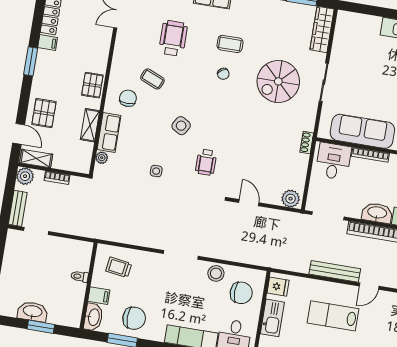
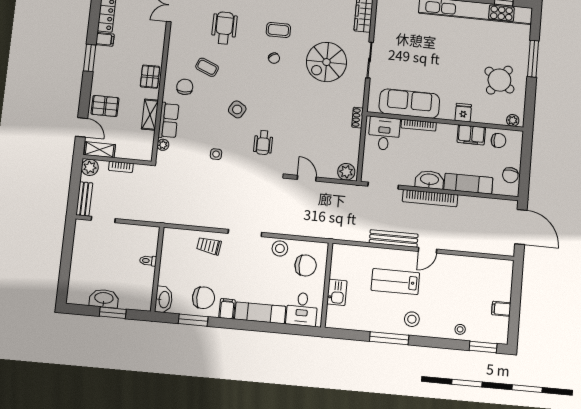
pallet: (44, 113) -> (105, 106), turned 90
trolley: (119, 267) -> (209, 246), moved
fridge: (278, 287) -> (341, 257), removed
filing cabinet: (99, 296) -> (227, 309), moved, turned -90
kitchen sink: (272, 318) -> (337, 292), width x0.73

